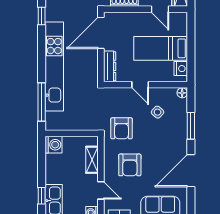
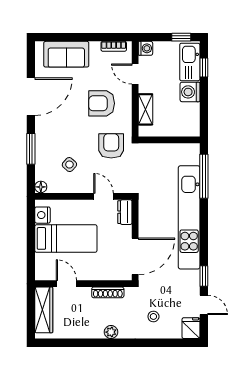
dresser: (110, 66) -> (125, 212), width x0.70
door: (140, 85) -> (103, 196), moved
washing machine: (53, 145) -> (190, 92), moved
armchair: (130, 165) -> (102, 103), turned -90

